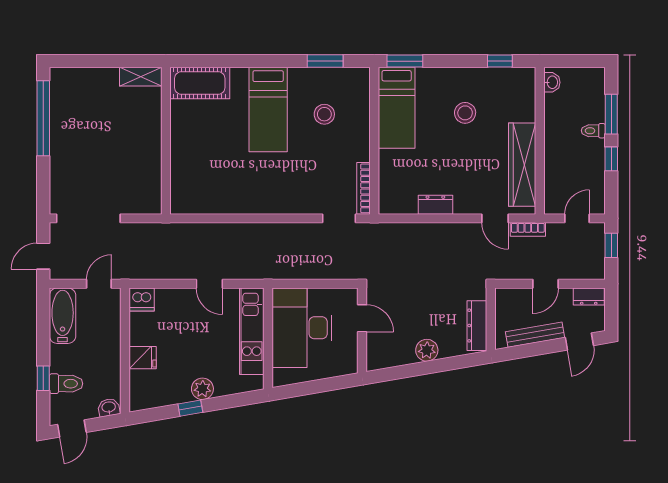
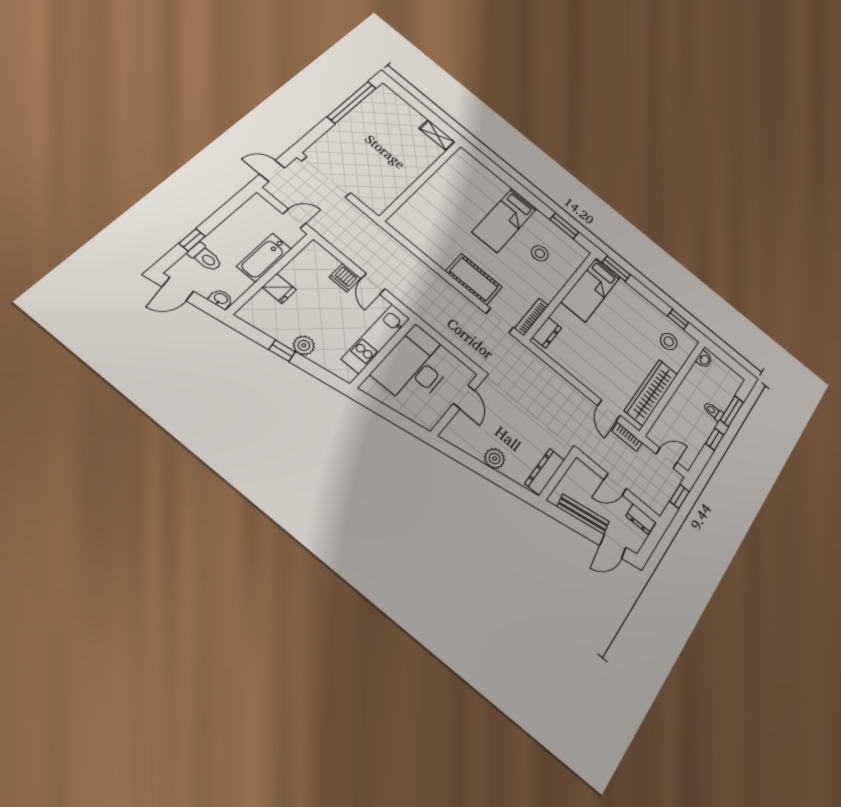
cot: (200, 83) -> (474, 279), moved
stool: (465, 113) -> (669, 341), moved
dresser: (435, 205) -> (547, 333), moved, turned 90
dishwasher: (142, 300) -> (345, 278), moved
bathtub: (63, 316) -> (264, 257), moved, turned 180

